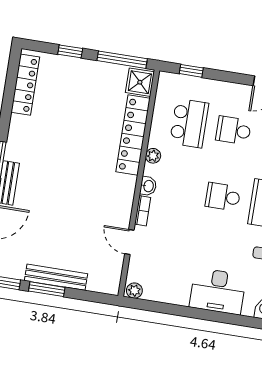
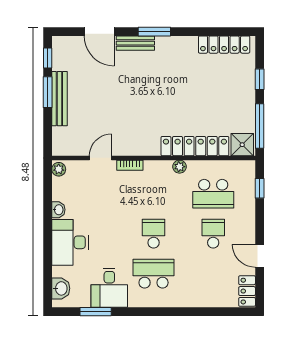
washbasin: (148, 186) -> (58, 210), moved, turned -90

